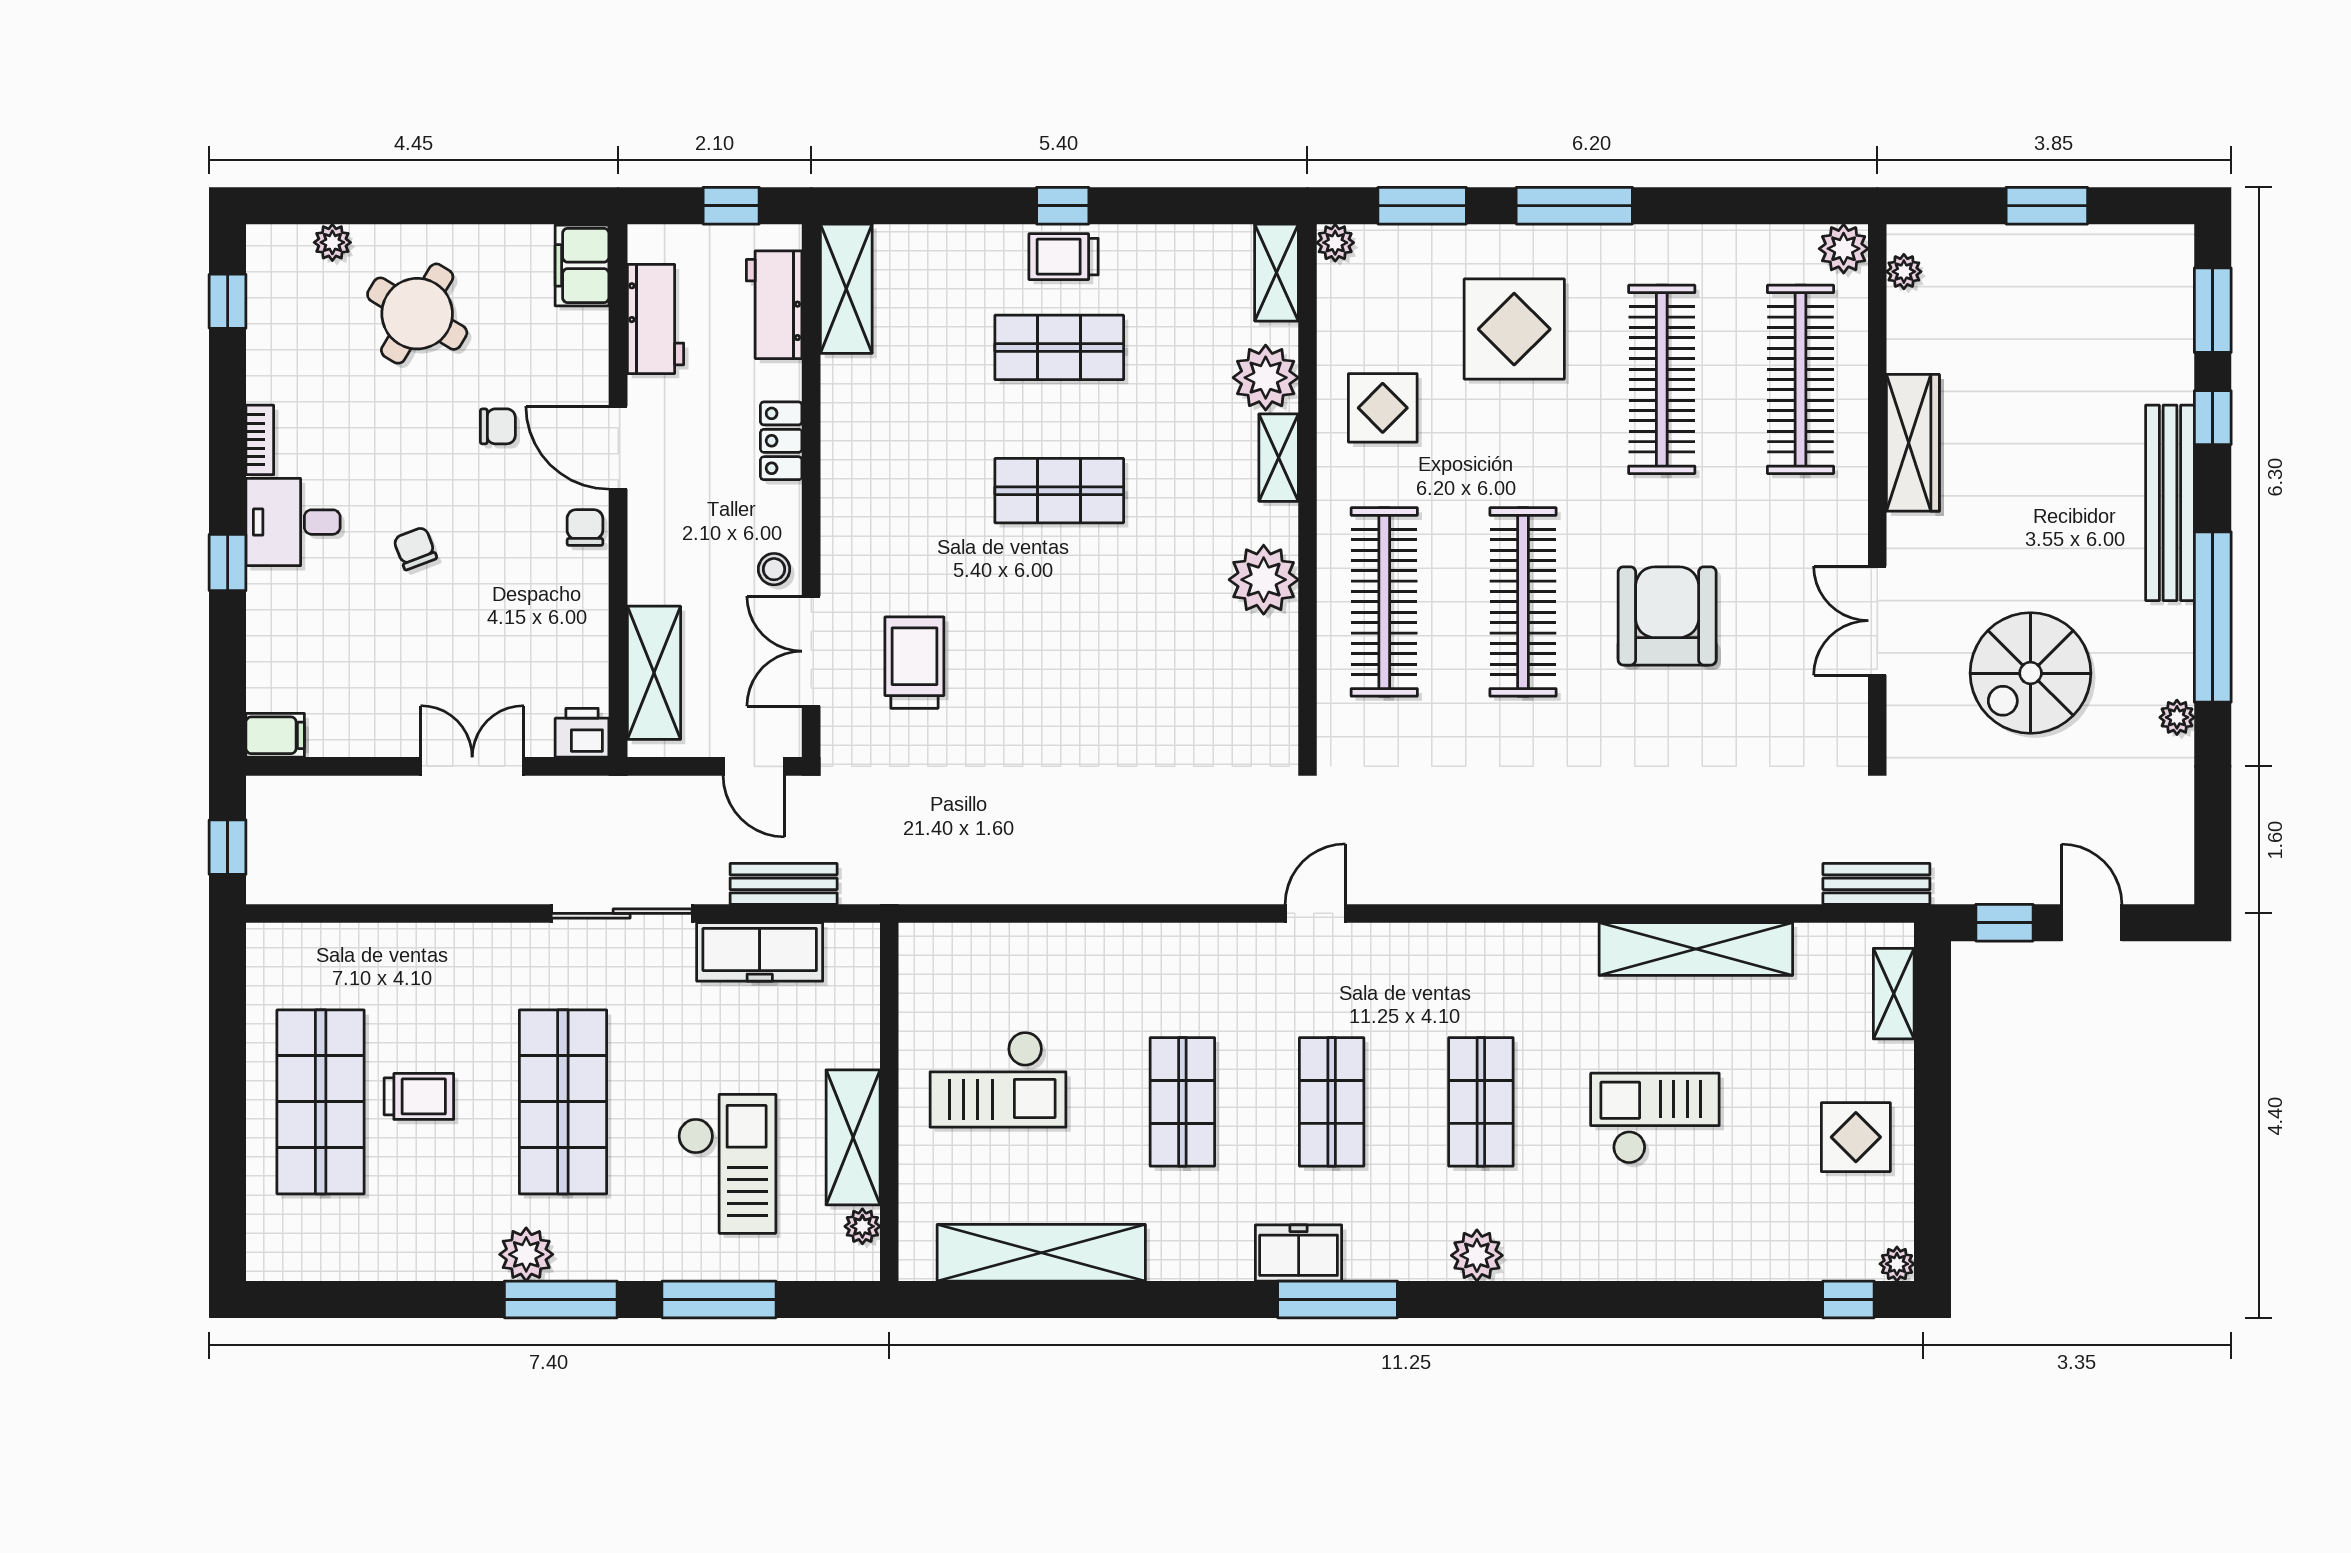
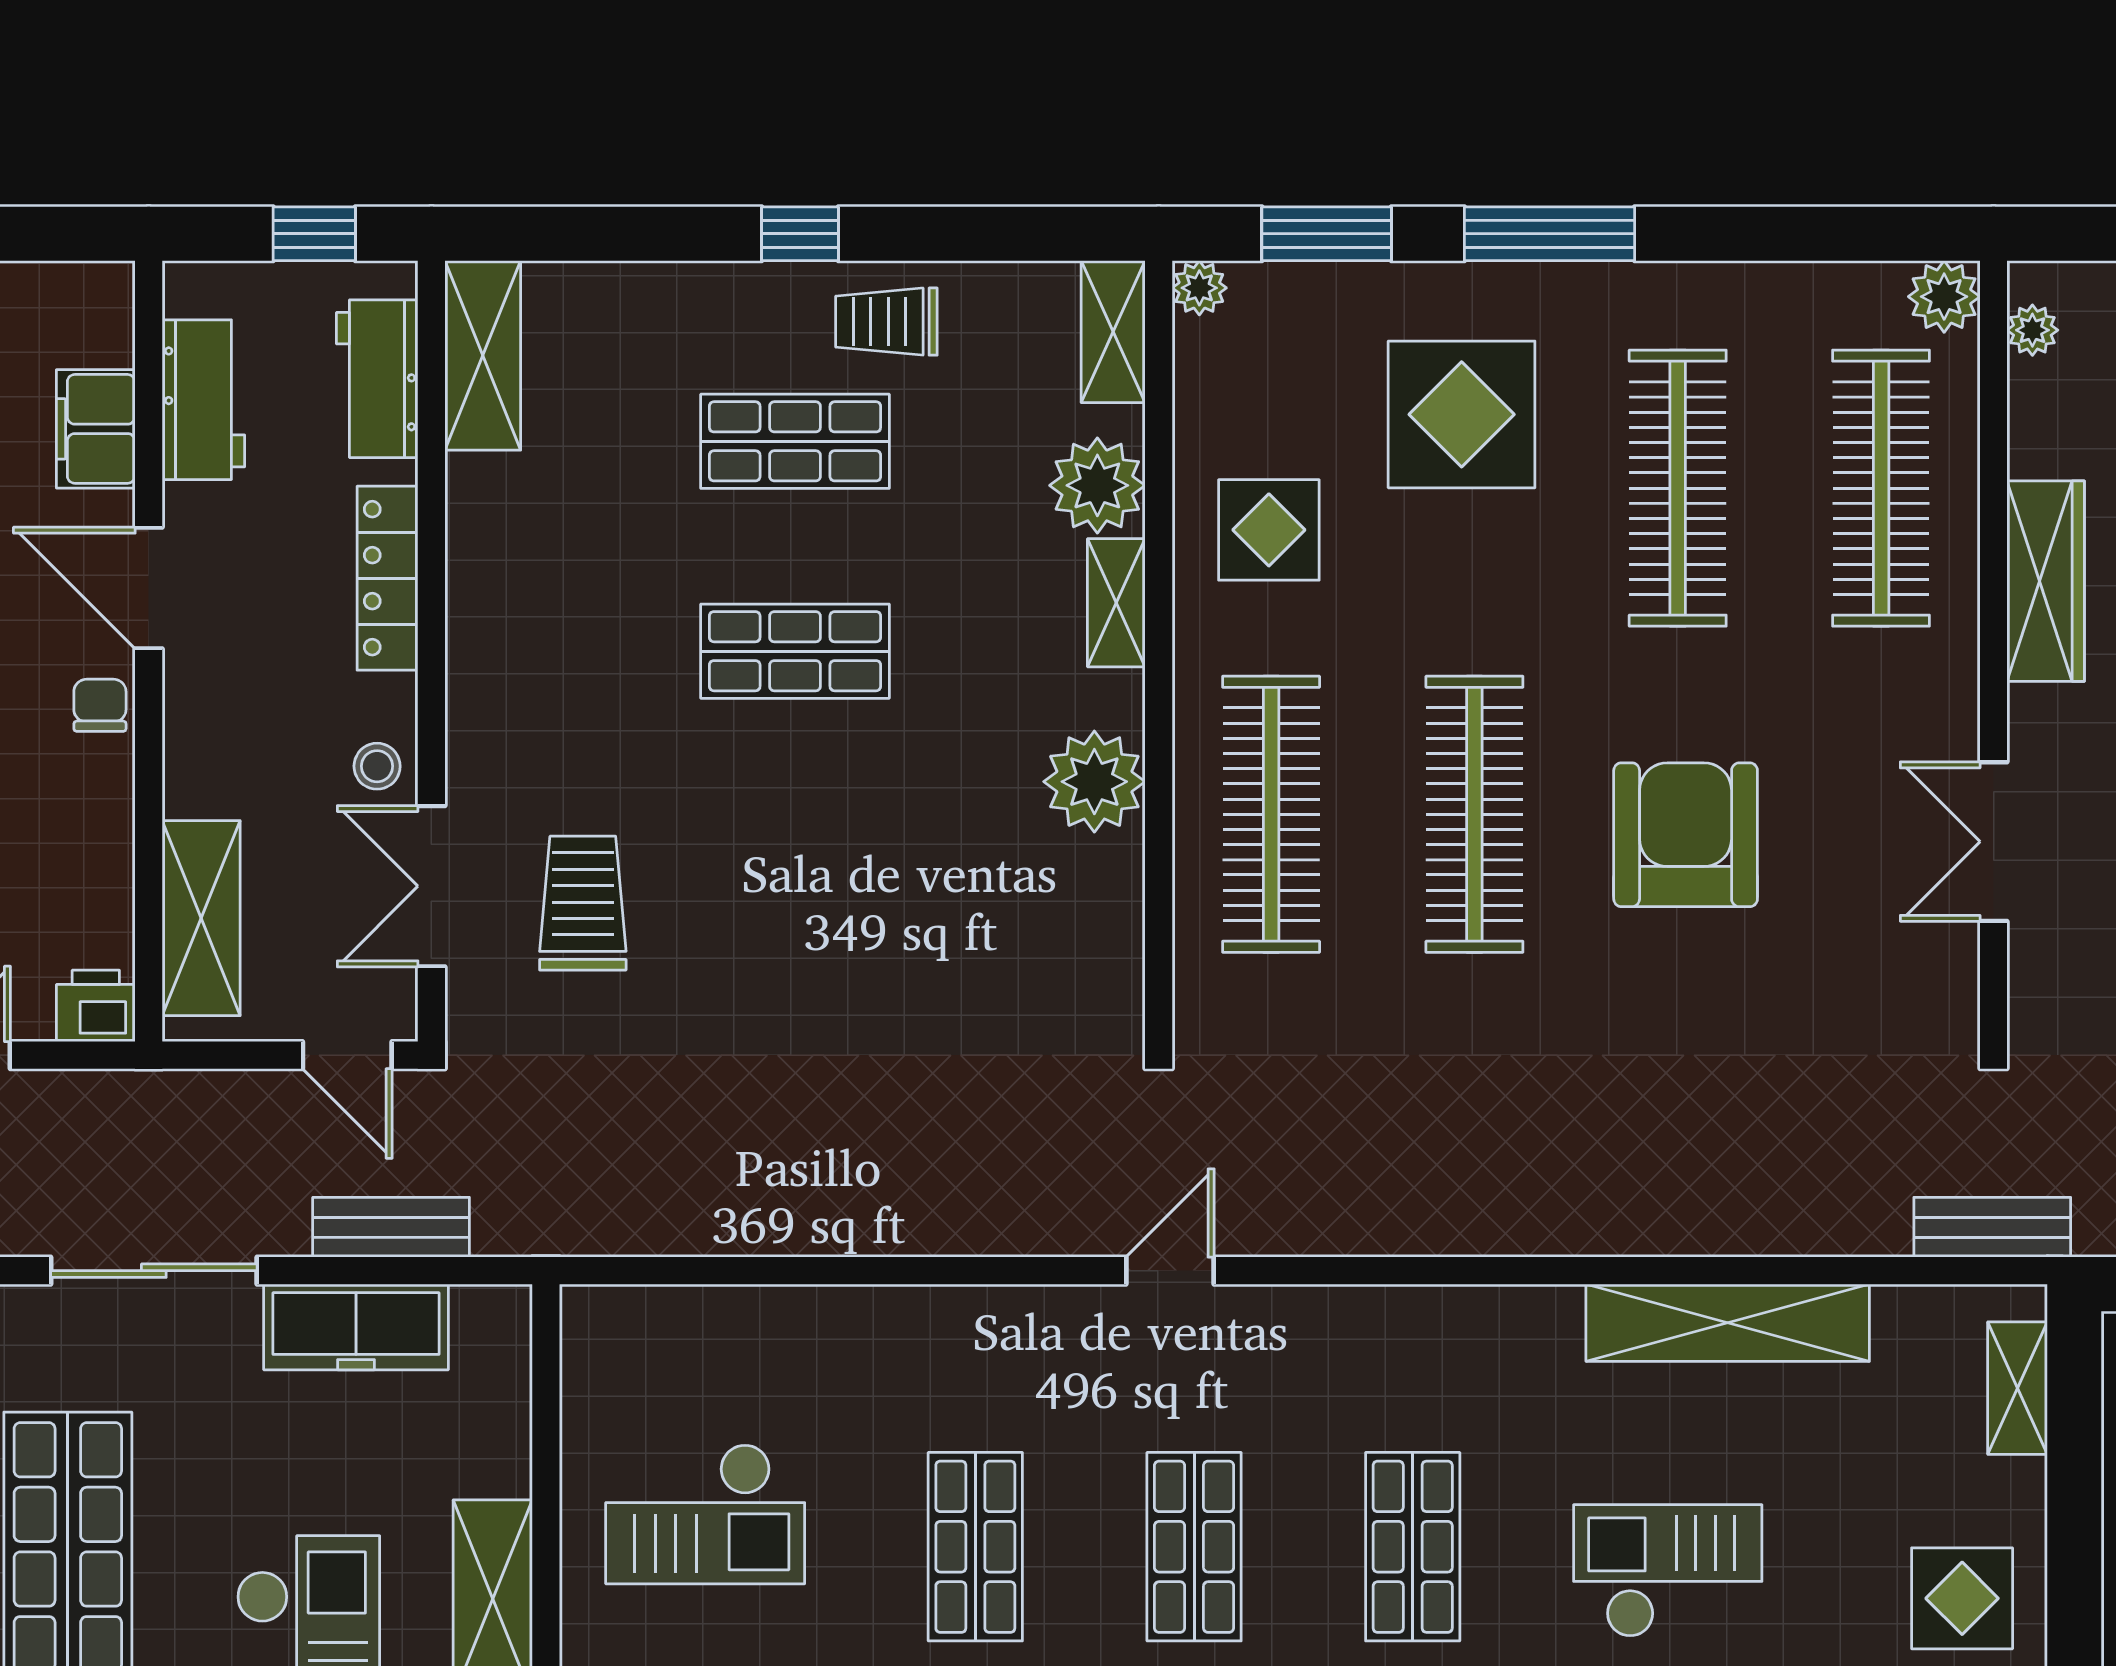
trolley: (1064, 257) -> (886, 322), moved
filing cabinet: (582, 265) -> (96, 429), moved
locker: (781, 441) -> (387, 578), width x1.53

